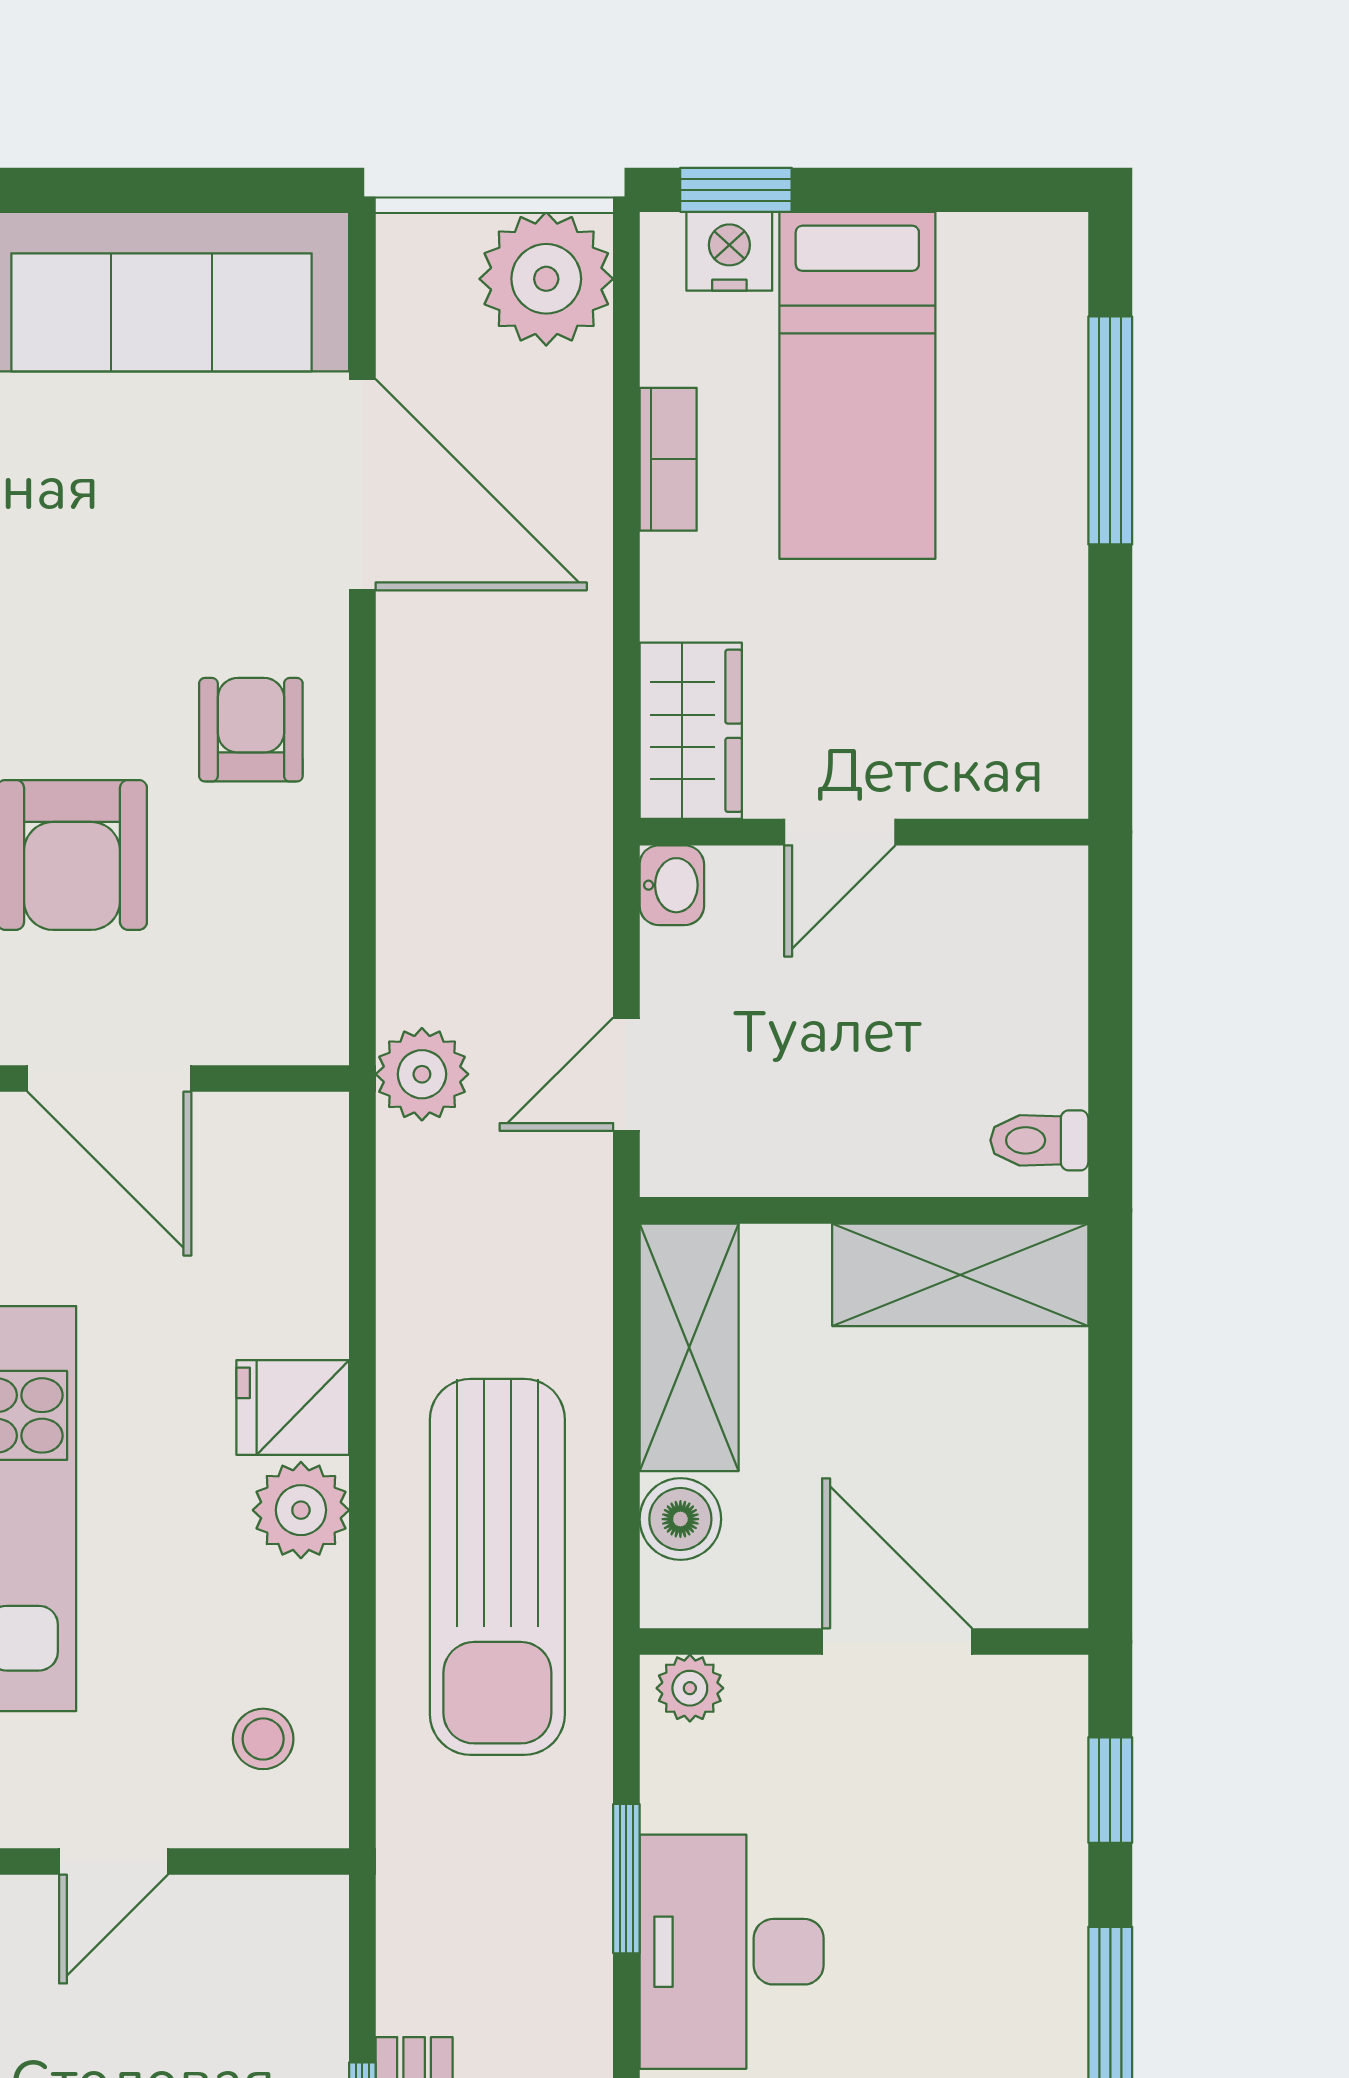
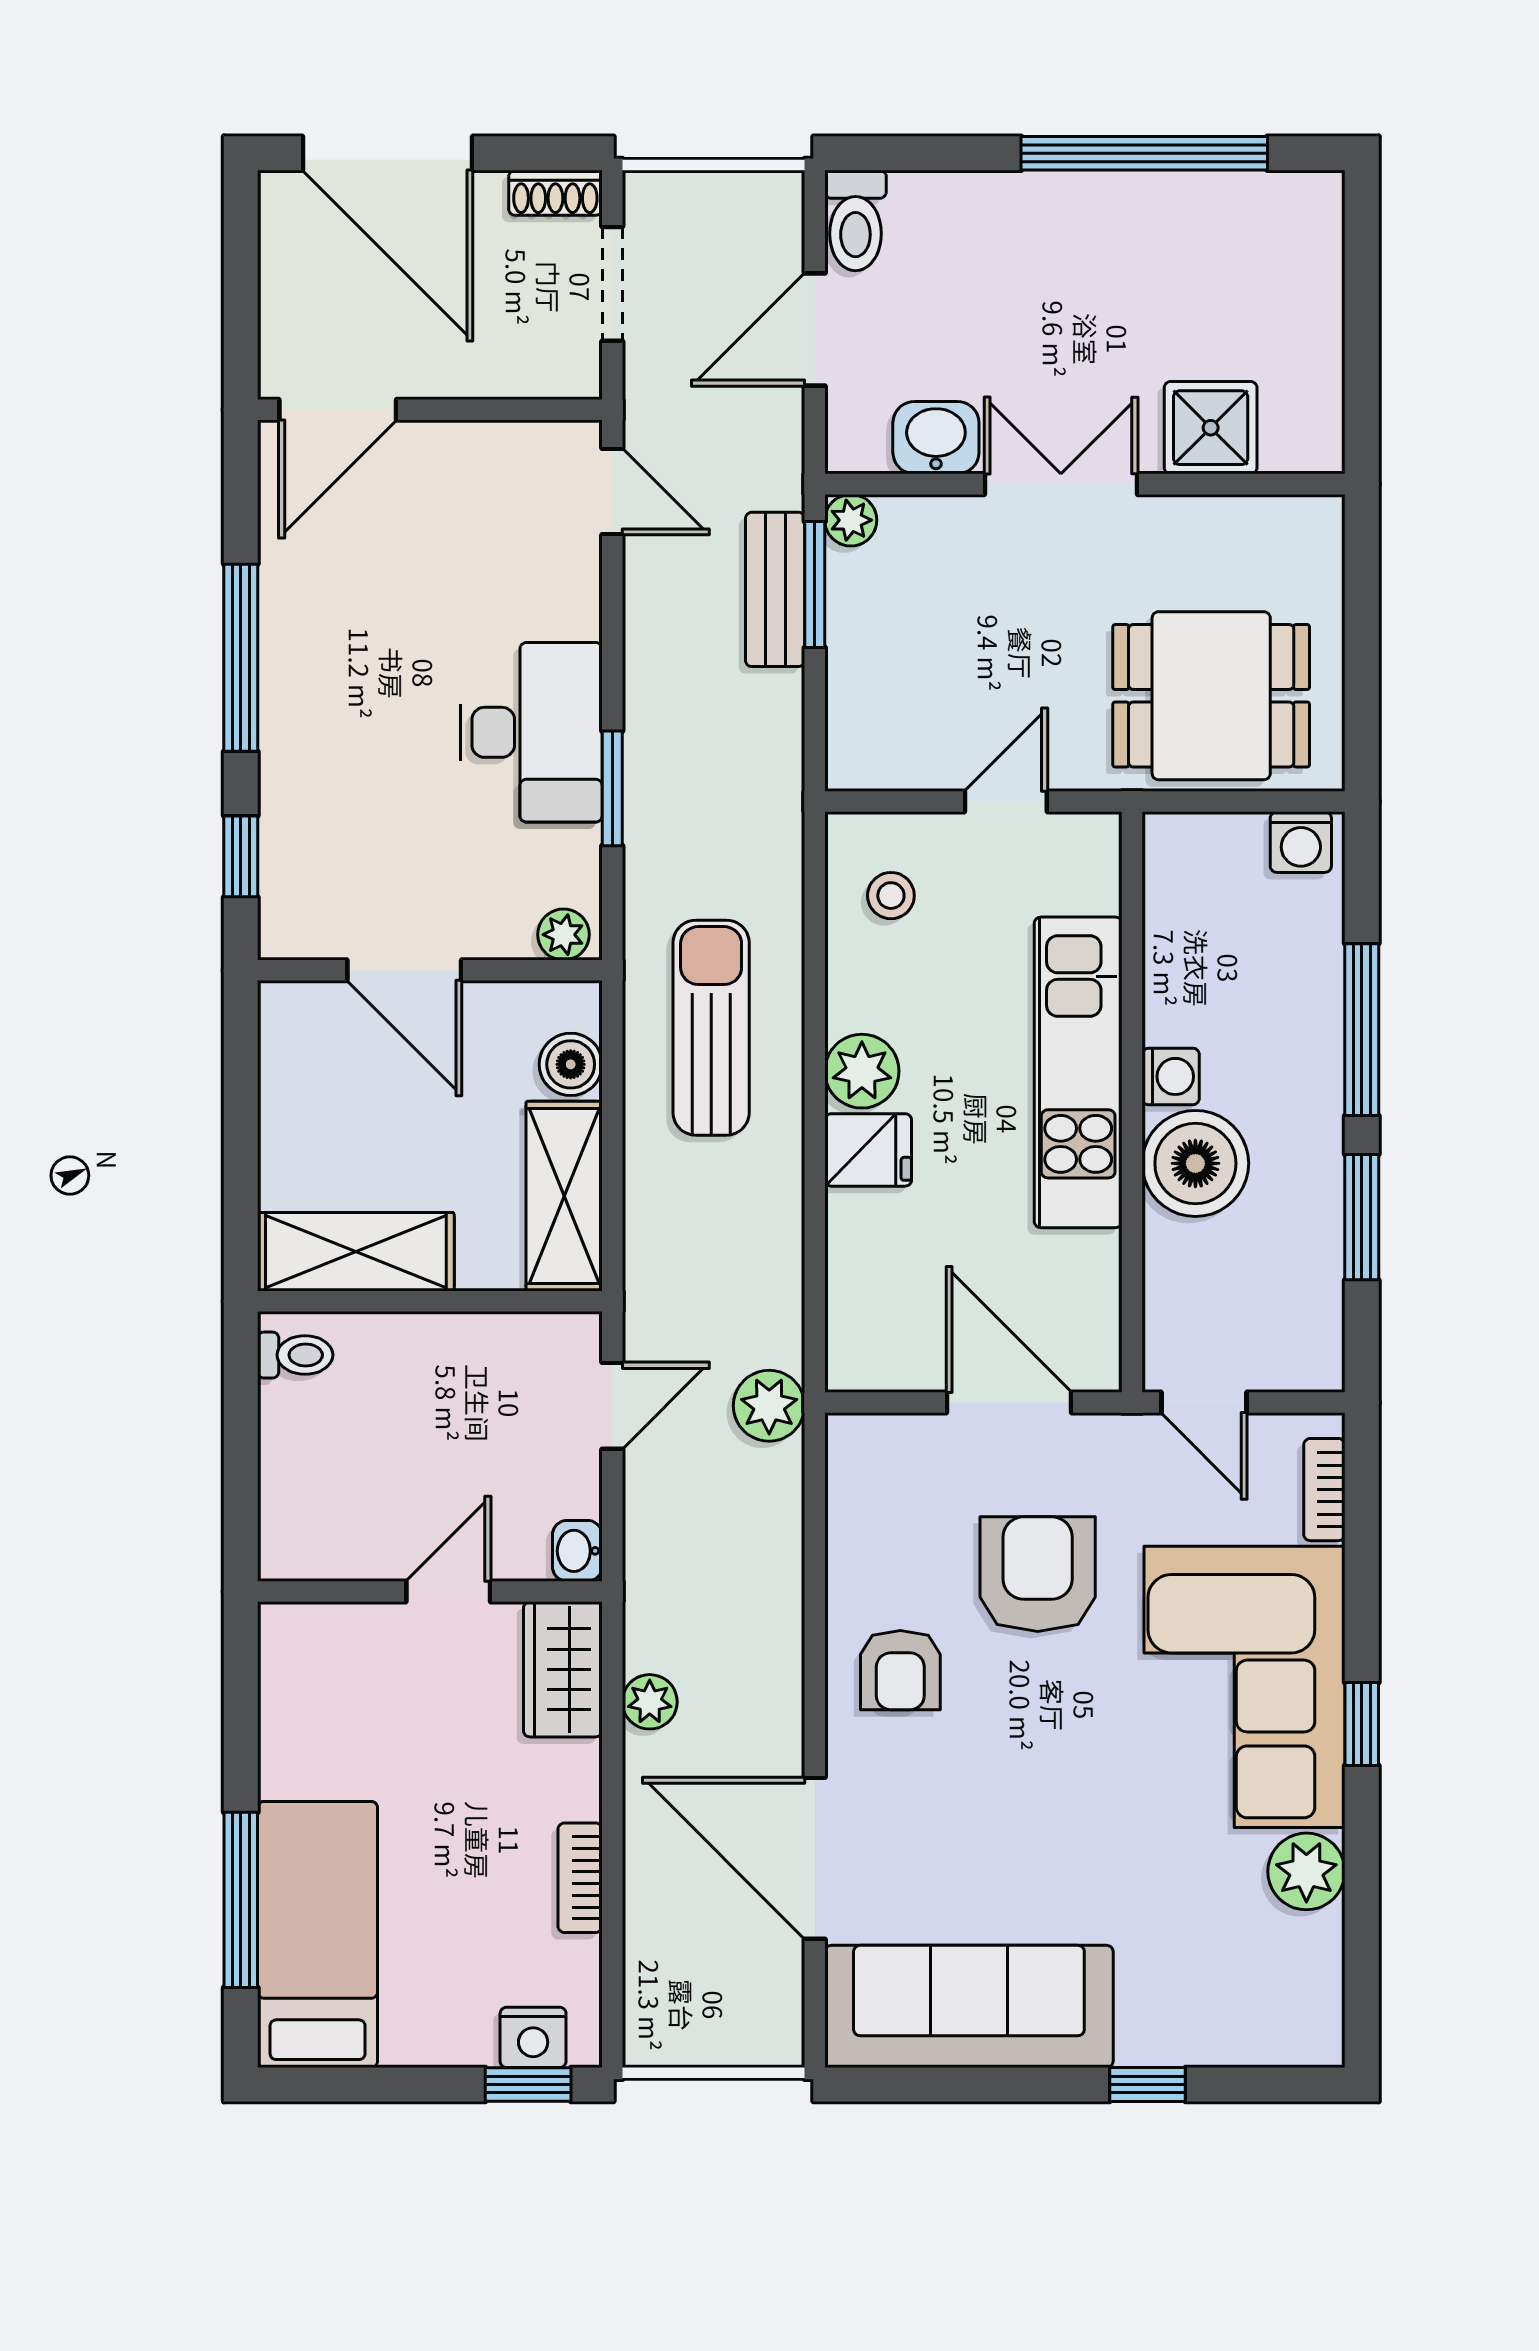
plant: (546, 279) -> (650, 1702), moved, width x0.53, depth x0.53
bed: (857, 385) -> (318, 1935), moved
sun lounger: (497, 1567) -> (711, 1028), width x0.73, depth x0.75

